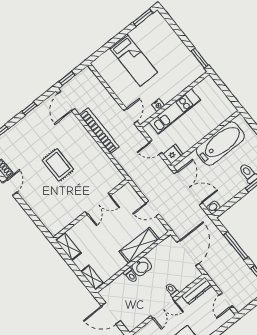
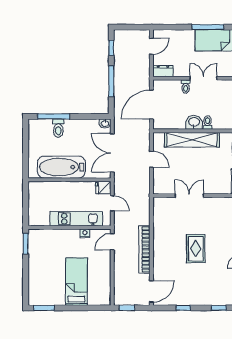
window: (67, 78) -> (127, 308), moved
shelving: (139, 245) -> (192, 140), width x1.47
dresser: (197, 291) -> (163, 71), width x0.70

